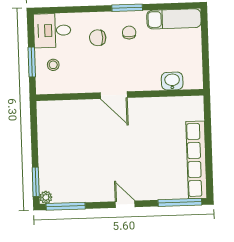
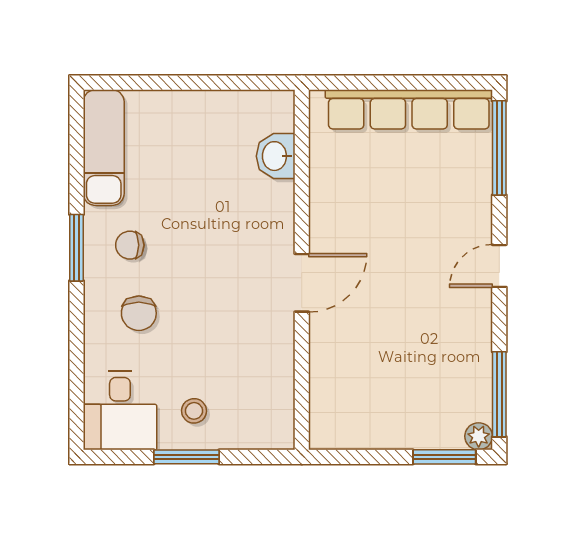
washbasin: (172, 81) -> (276, 156), moved
door: (114, 95) -> (302, 283), moved
wall: (120, 95) -> (302, 270), moved

